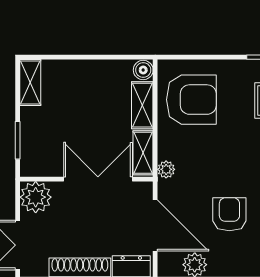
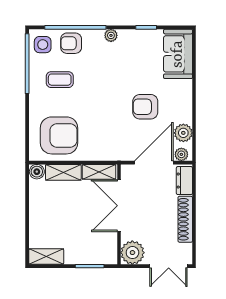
armchair: (191, 100) -> (59, 135), turned 90
plant: (166, 169) -> (181, 154), moved

